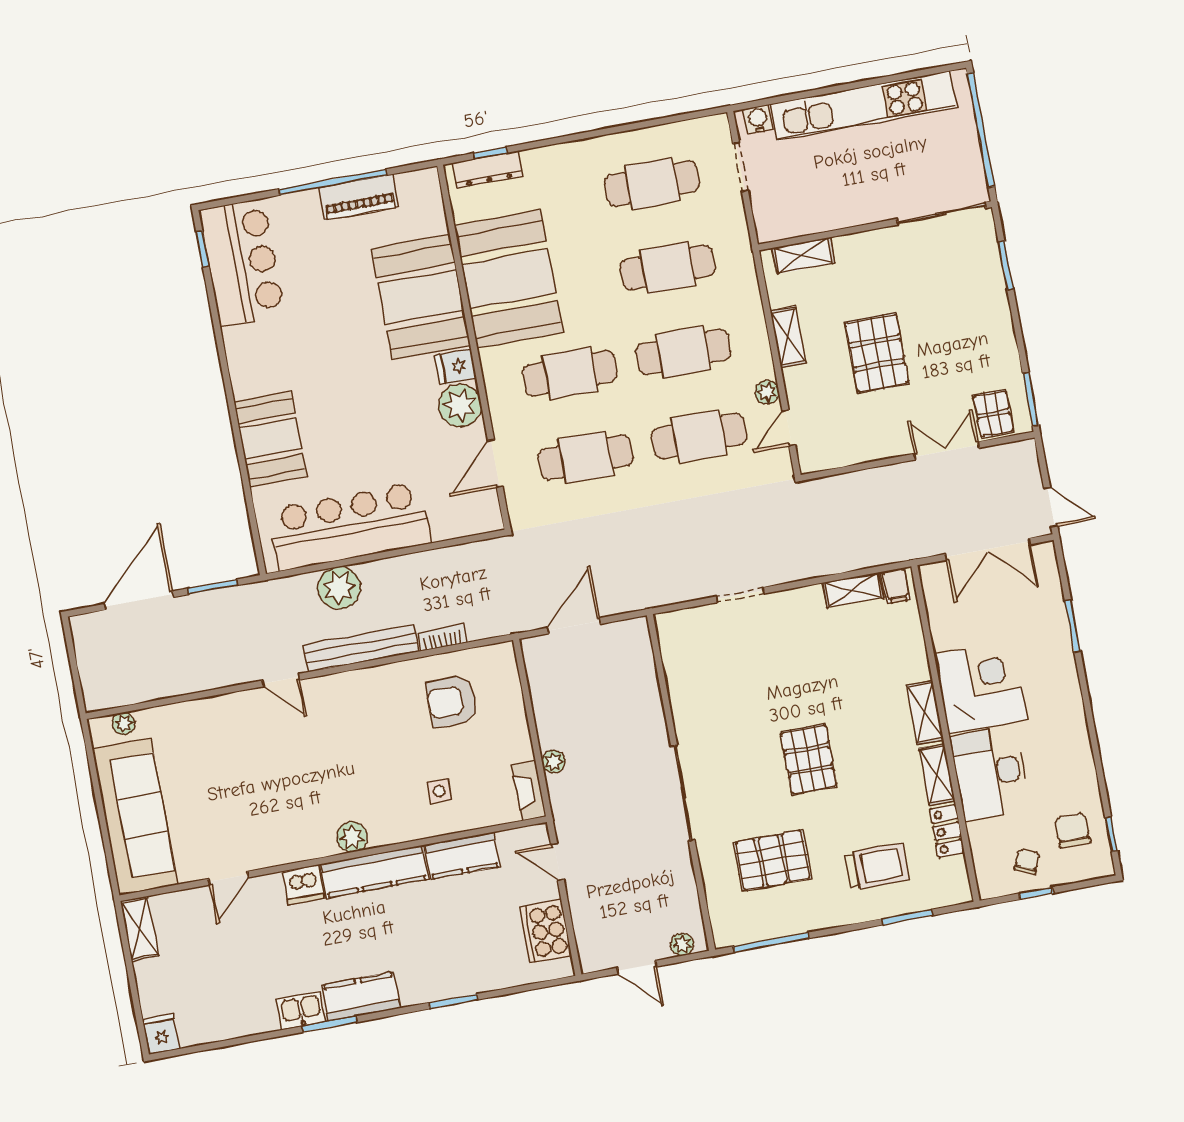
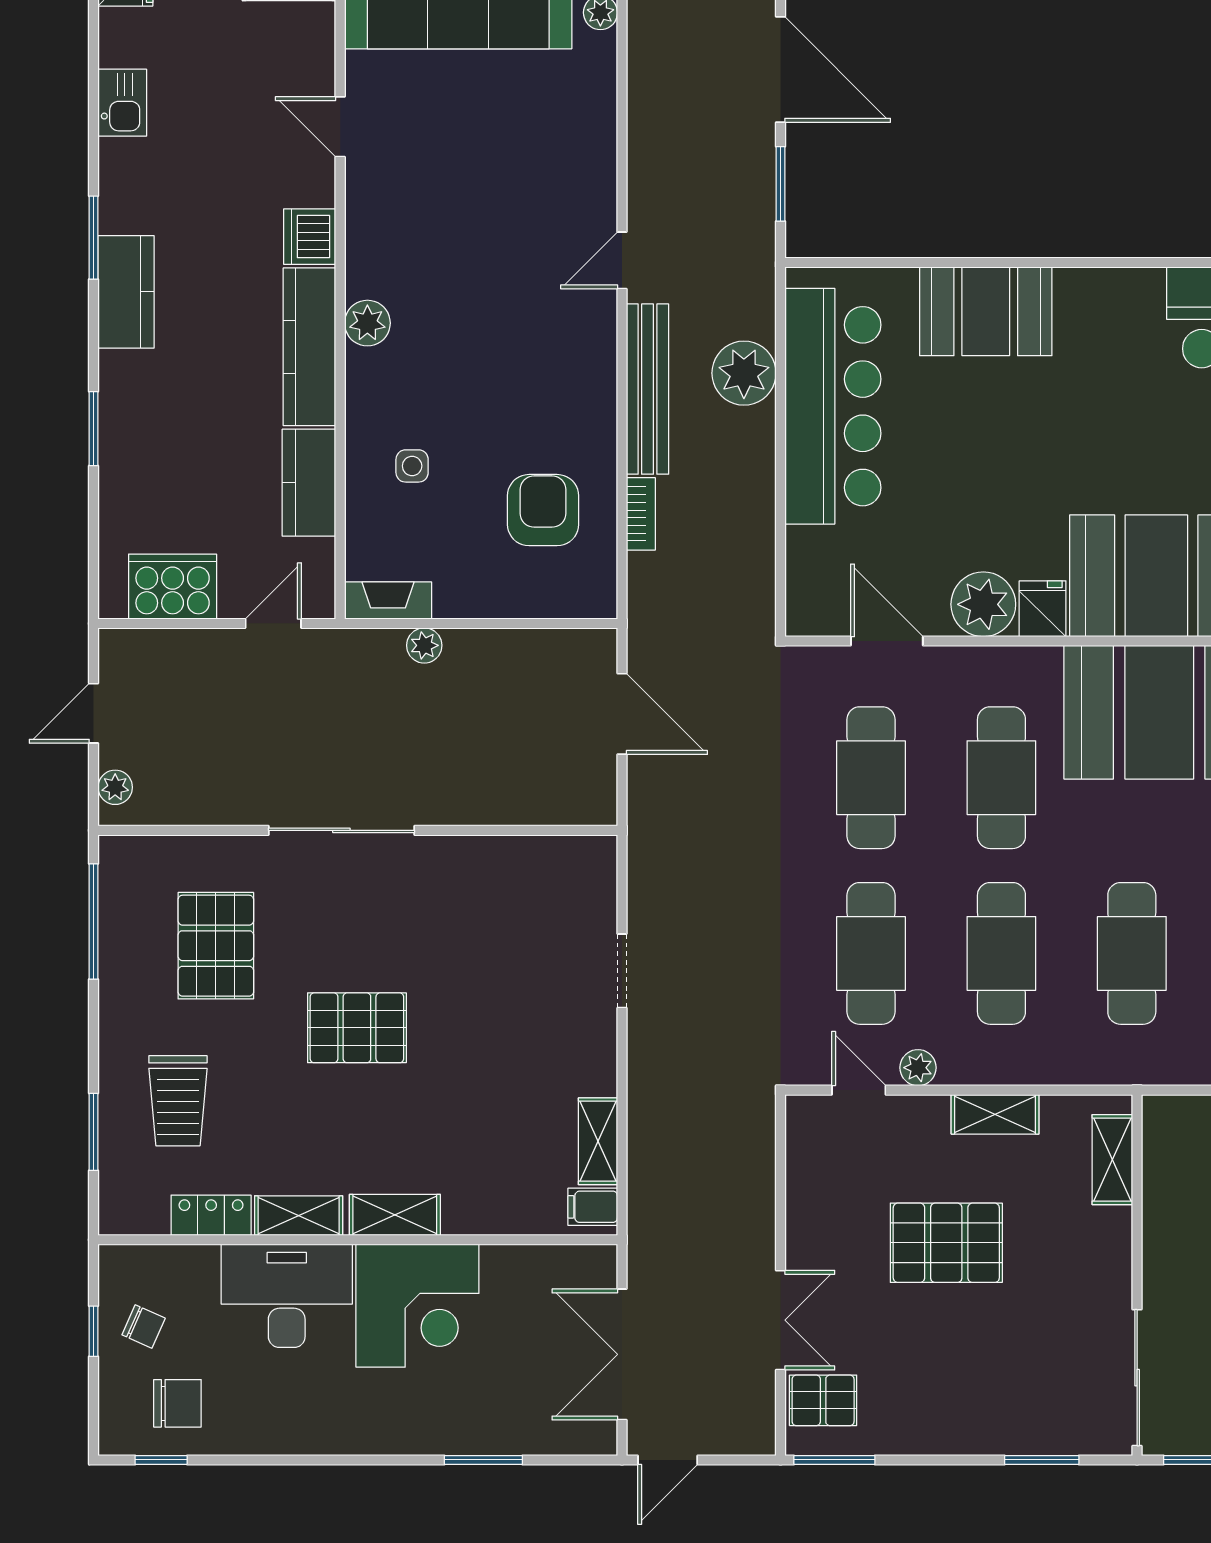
kitchen sink: (301, 1010) -> (122, 103), moved

